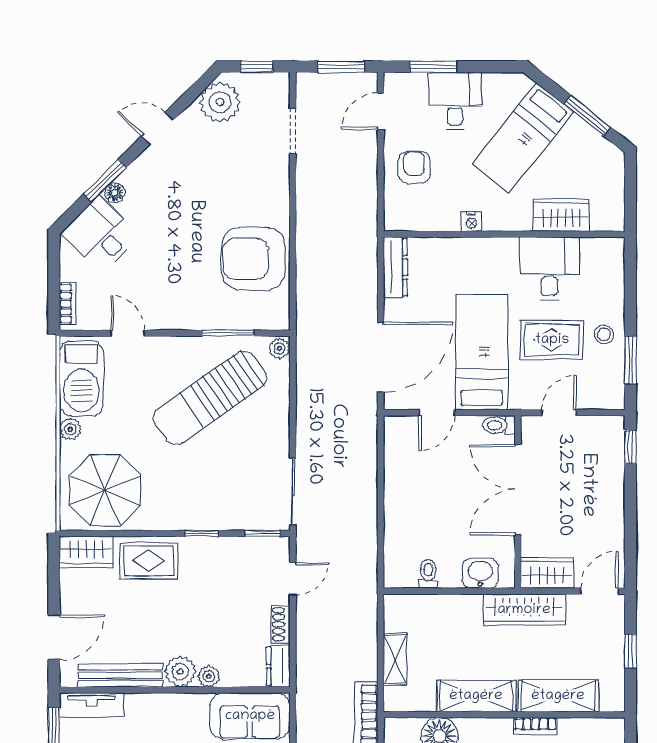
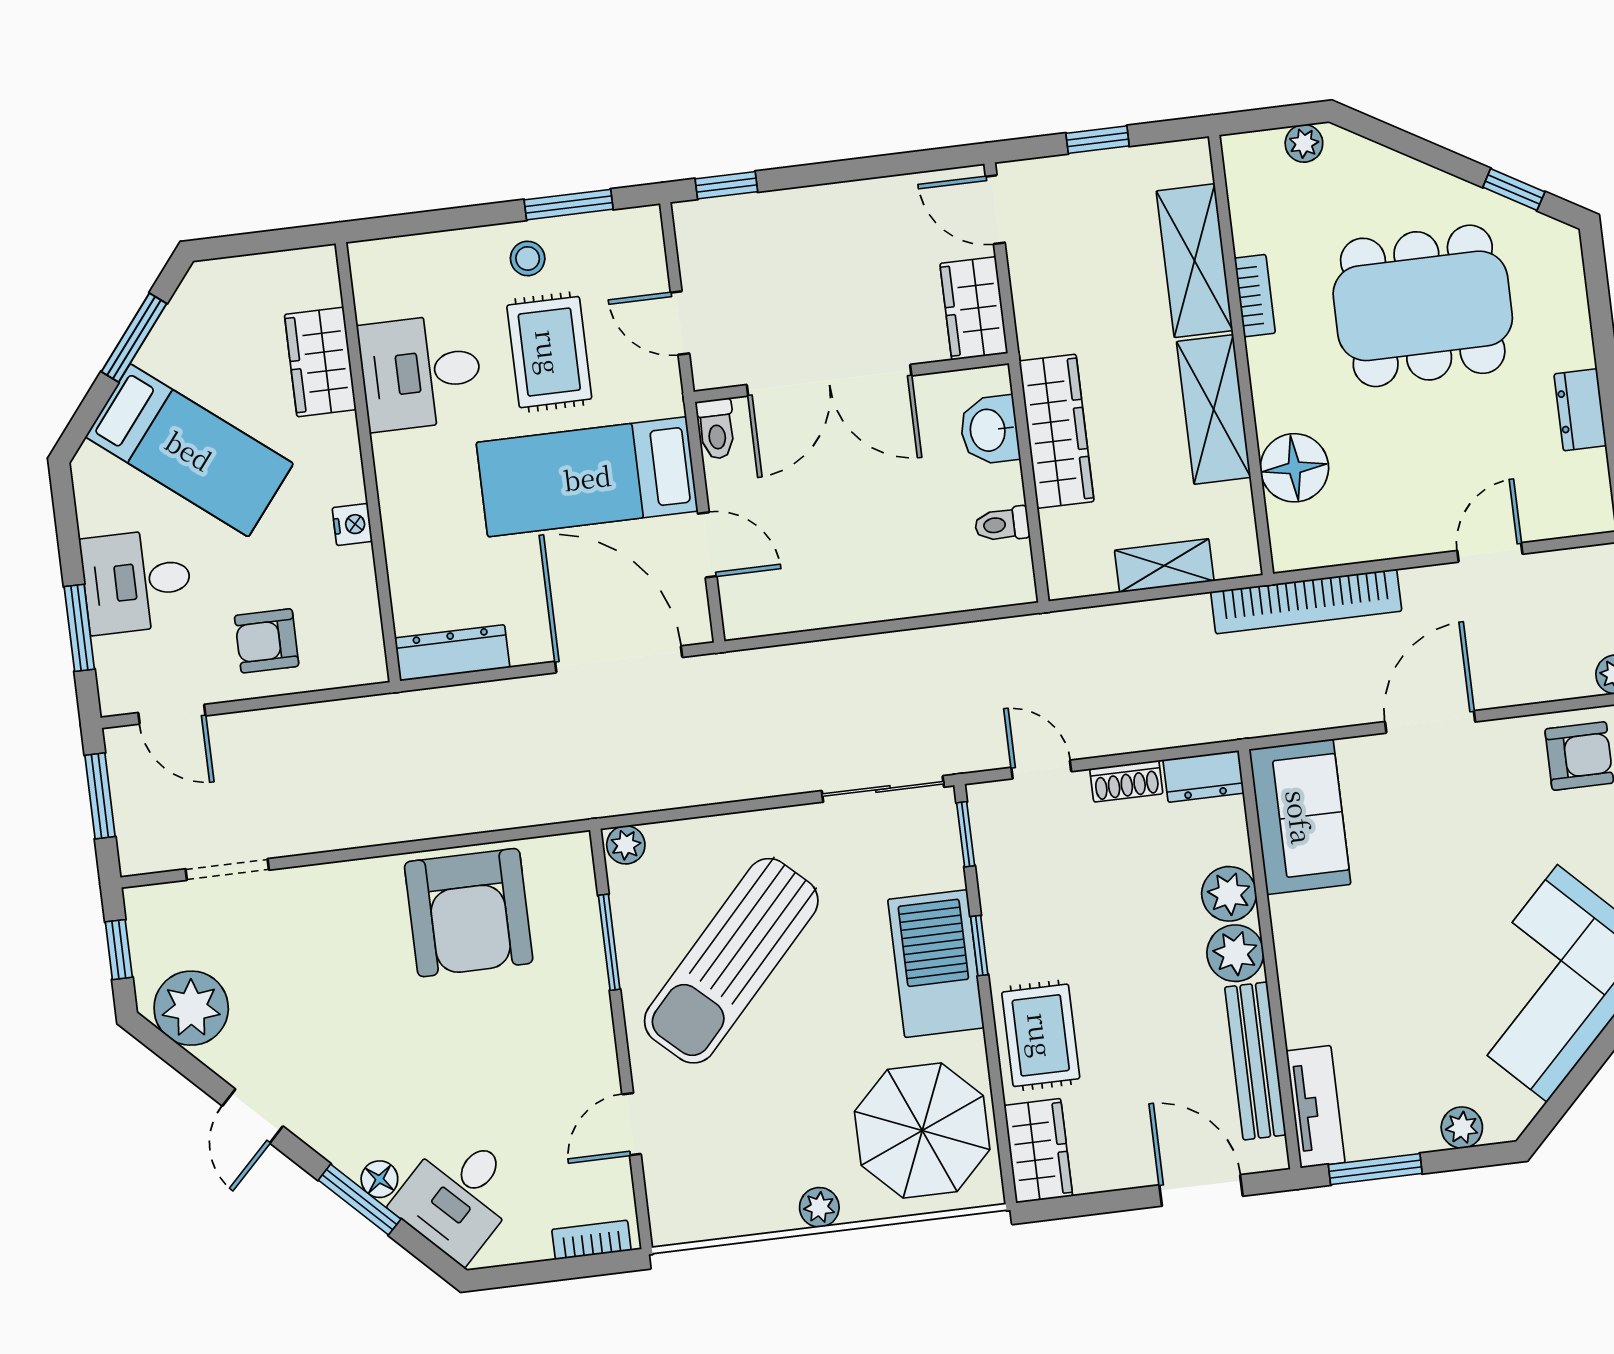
barbecue: (81, 378) -> (936, 964), moved, turned -90
sun lounger: (210, 398) -> (731, 961), turned 78
wardrobe: (524, 610) -> (1057, 431), moved
plant: (209, 676) -> (1229, 894), width x1.38, depth x1.38

